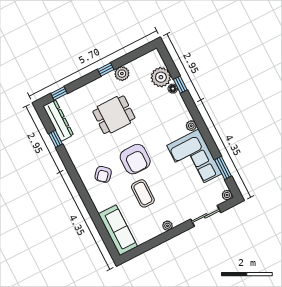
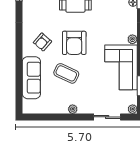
coffee table: (143, 193) -> (66, 73), turned -65
sofa: (118, 230) -> (31, 78), moved

